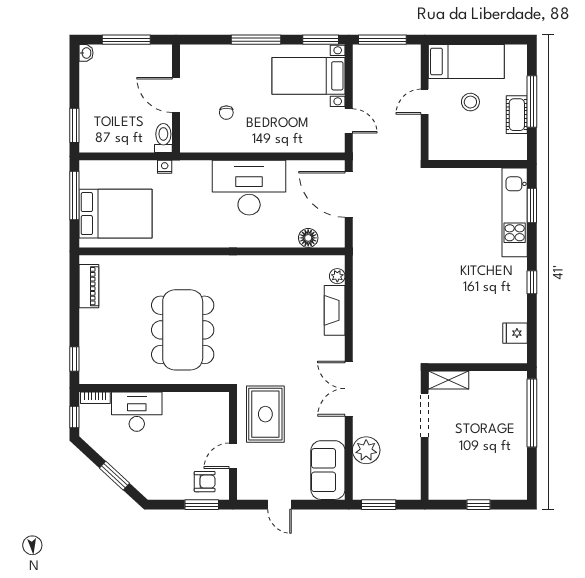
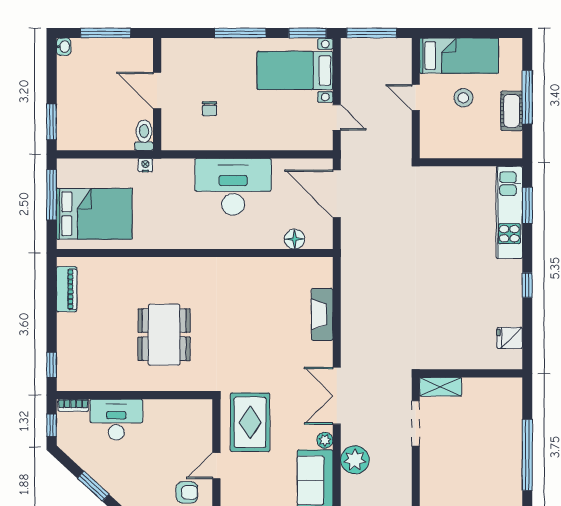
door: (425, 102) -> (416, 97), hinge flipped
plant: (337, 276) -> (325, 440), moved
dining table: (183, 330) -> (164, 335), width x0.73, depth x0.80
window: (532, 413) -> (527, 455), moved

